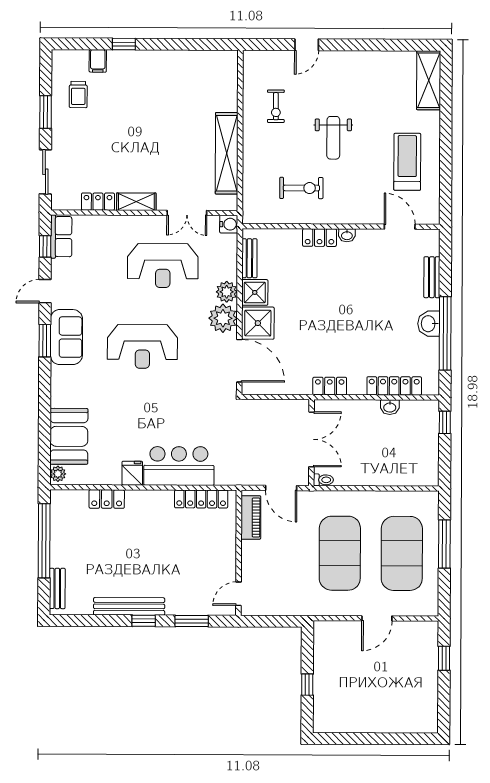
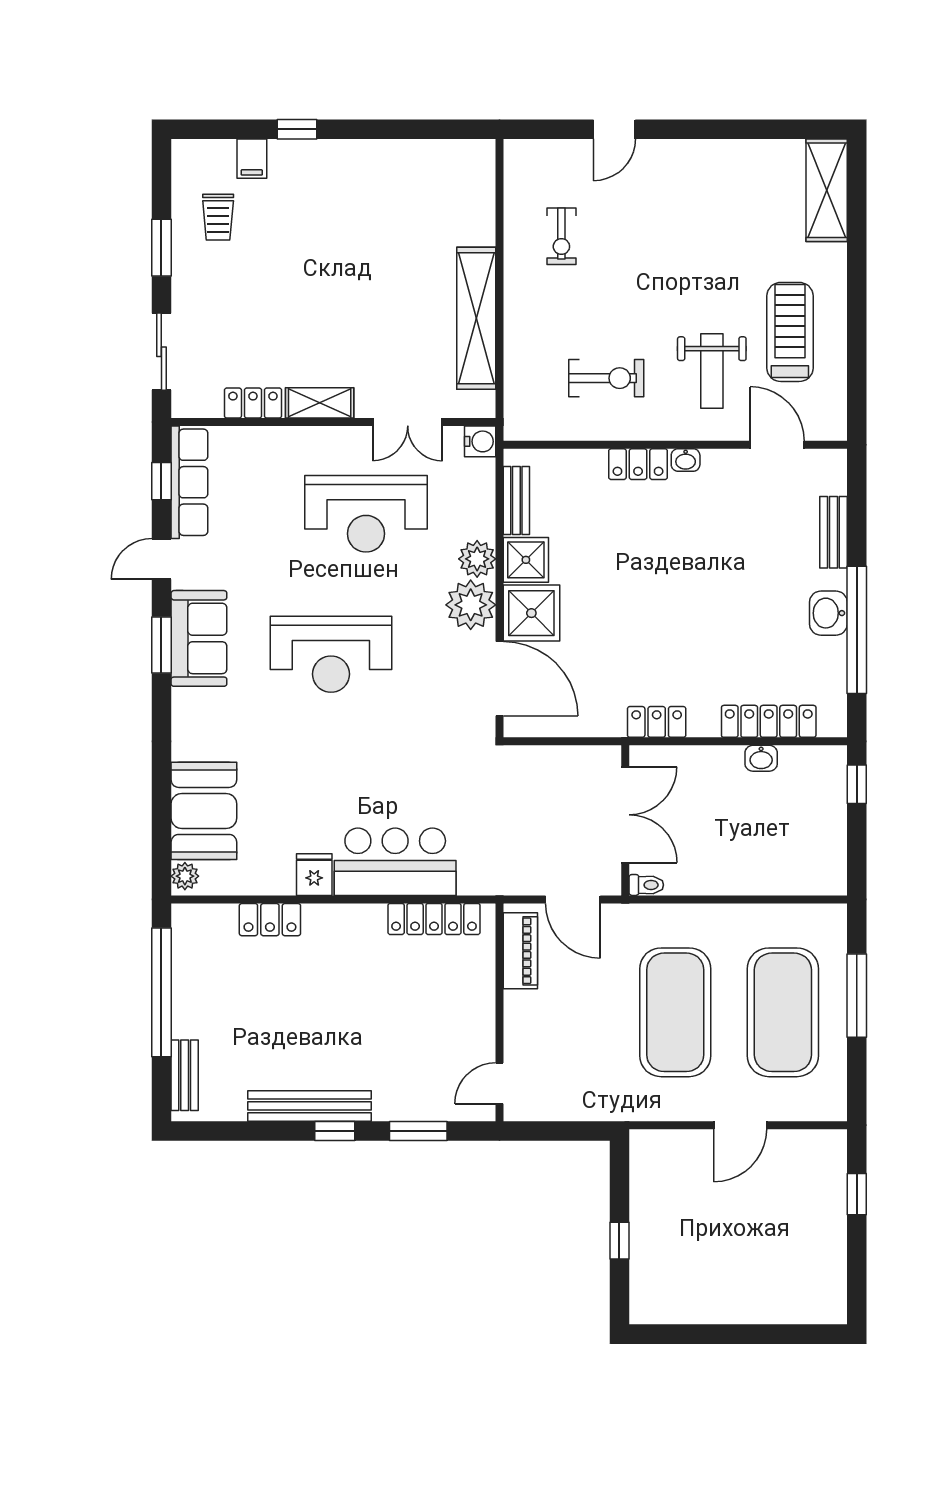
weight bench: (333, 138) -> (712, 371), moved
row of seats: (61, 237) -> (189, 482), width x1.48

